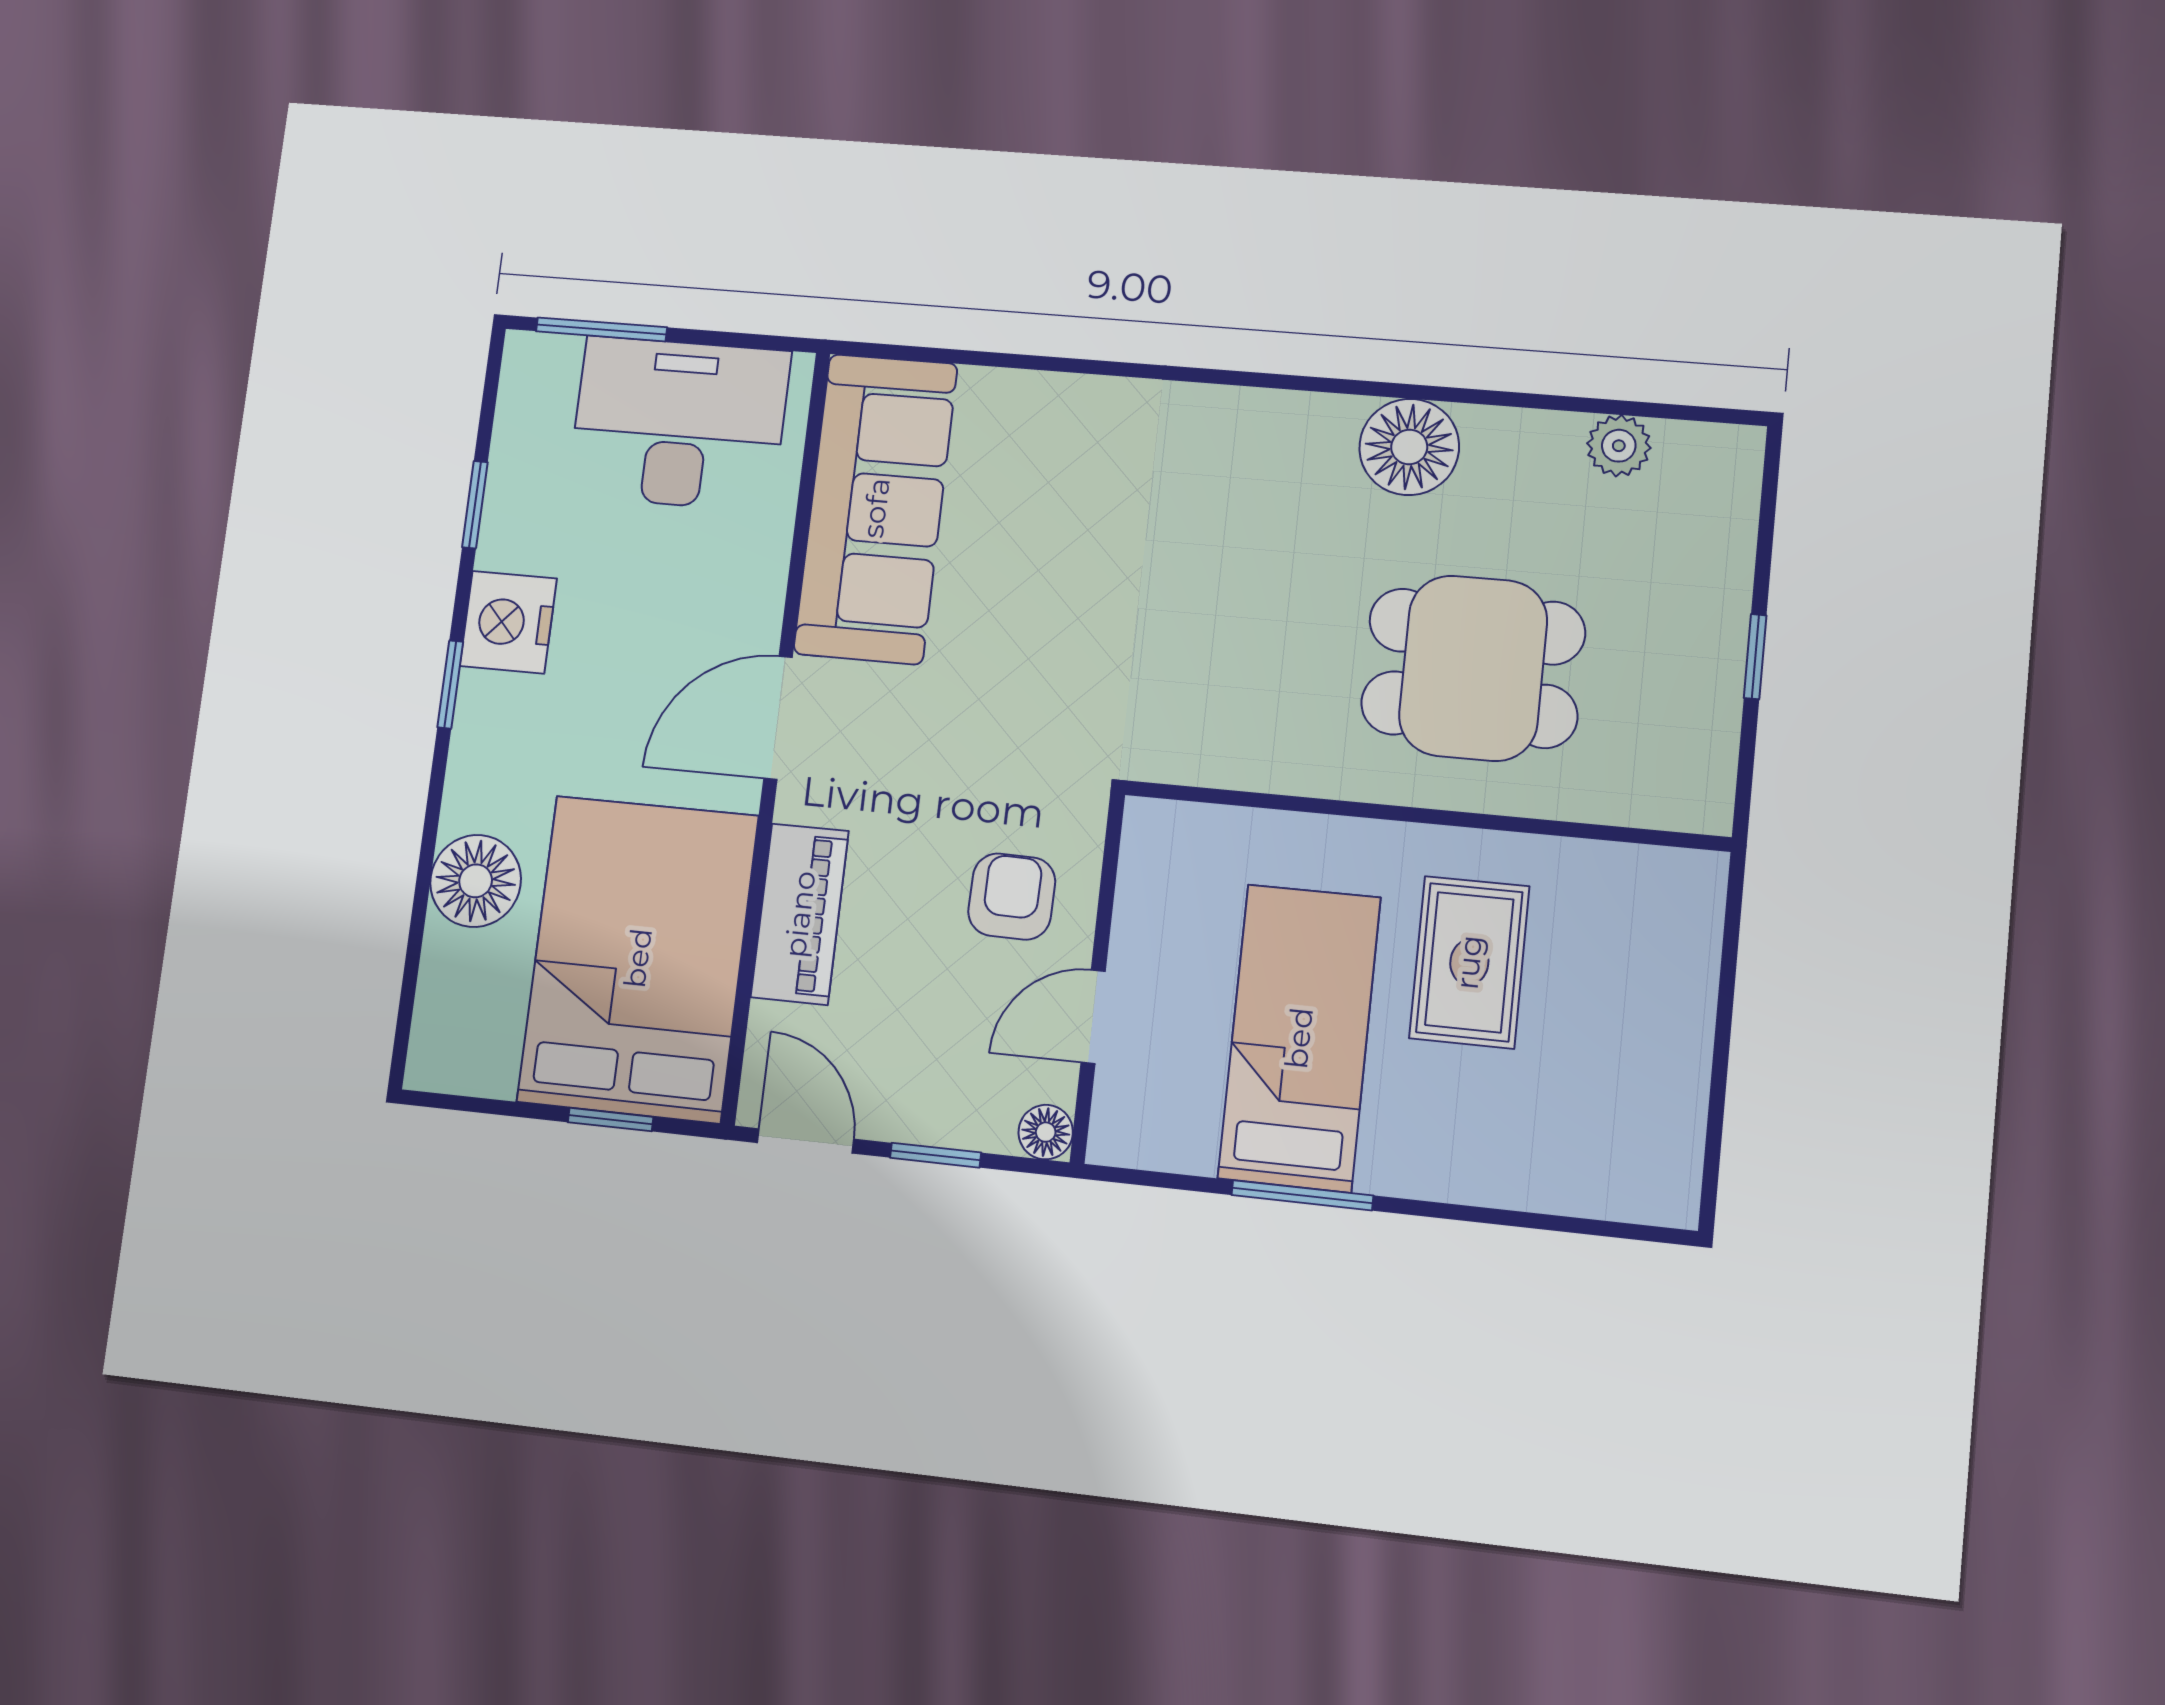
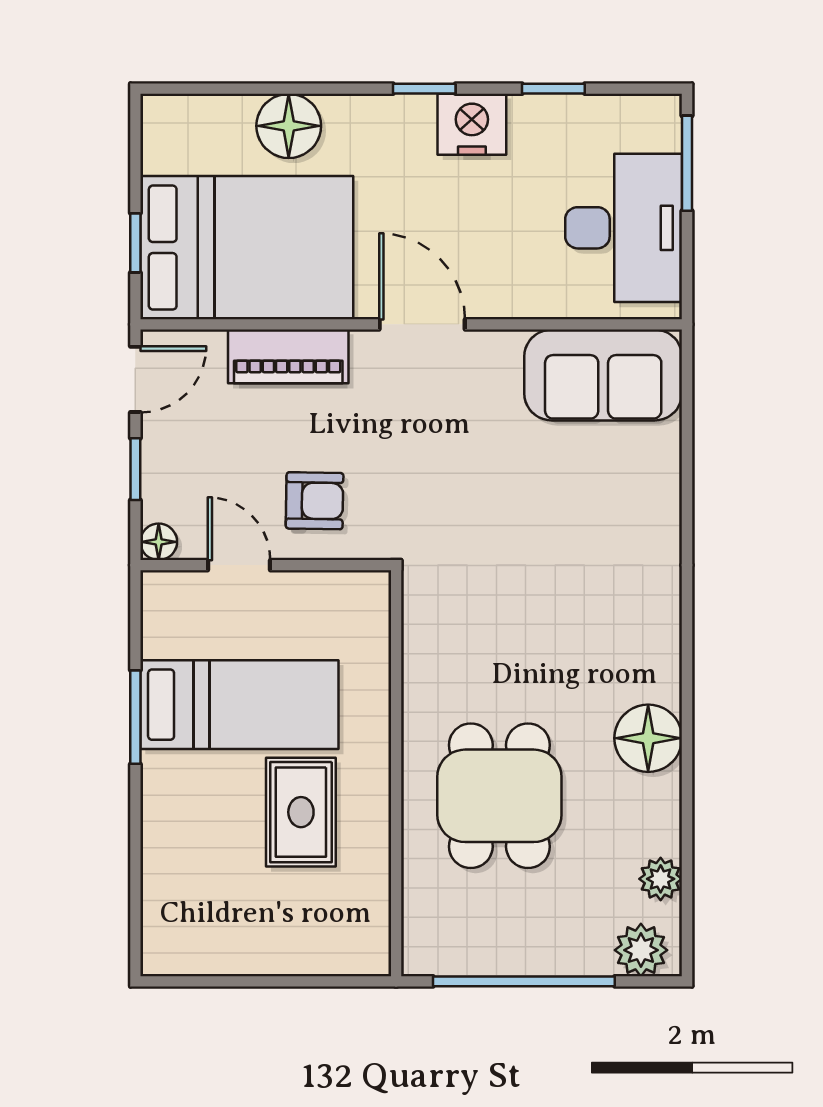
plant: (1723, 482) -> (641, 950), added
sofa: (876, 508) -> (603, 375), width x0.73
window: (1755, 657) -> (524, 981), width x3.17
rug: (1469, 962) -> (301, 812), turned 90

